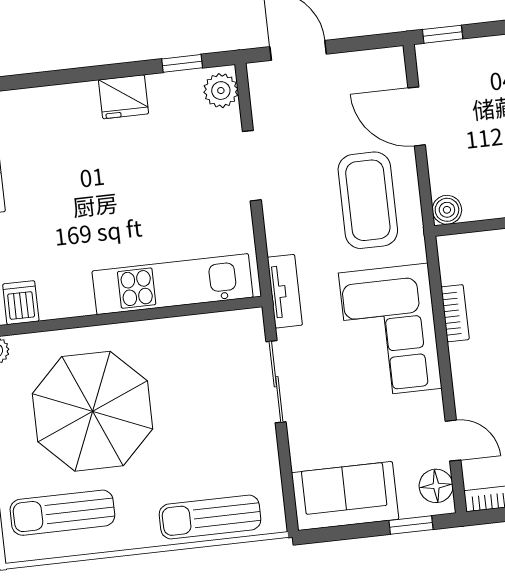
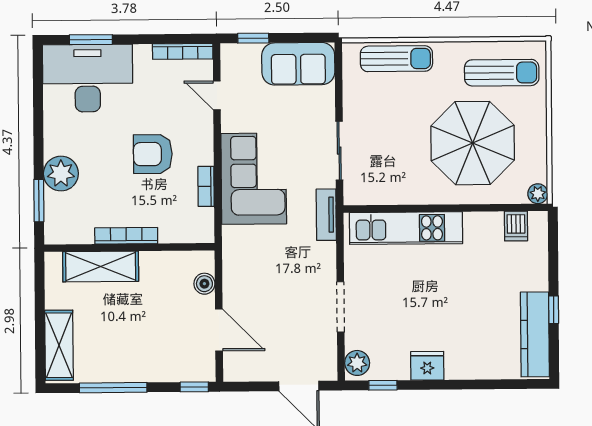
coffee table: (368, 200) -> (260, 274), removed
boiler: (447, 210) -> (204, 284), moved
floor lamp: (436, 486) -> (232, 64), removed

